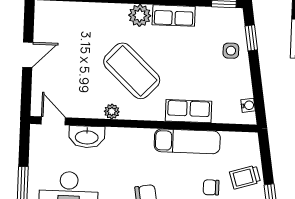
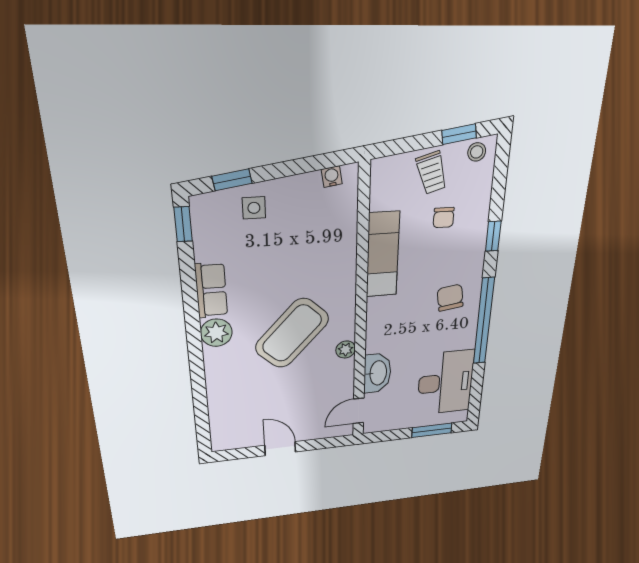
row of seats: (188, 111) -> (342, 257), removed

